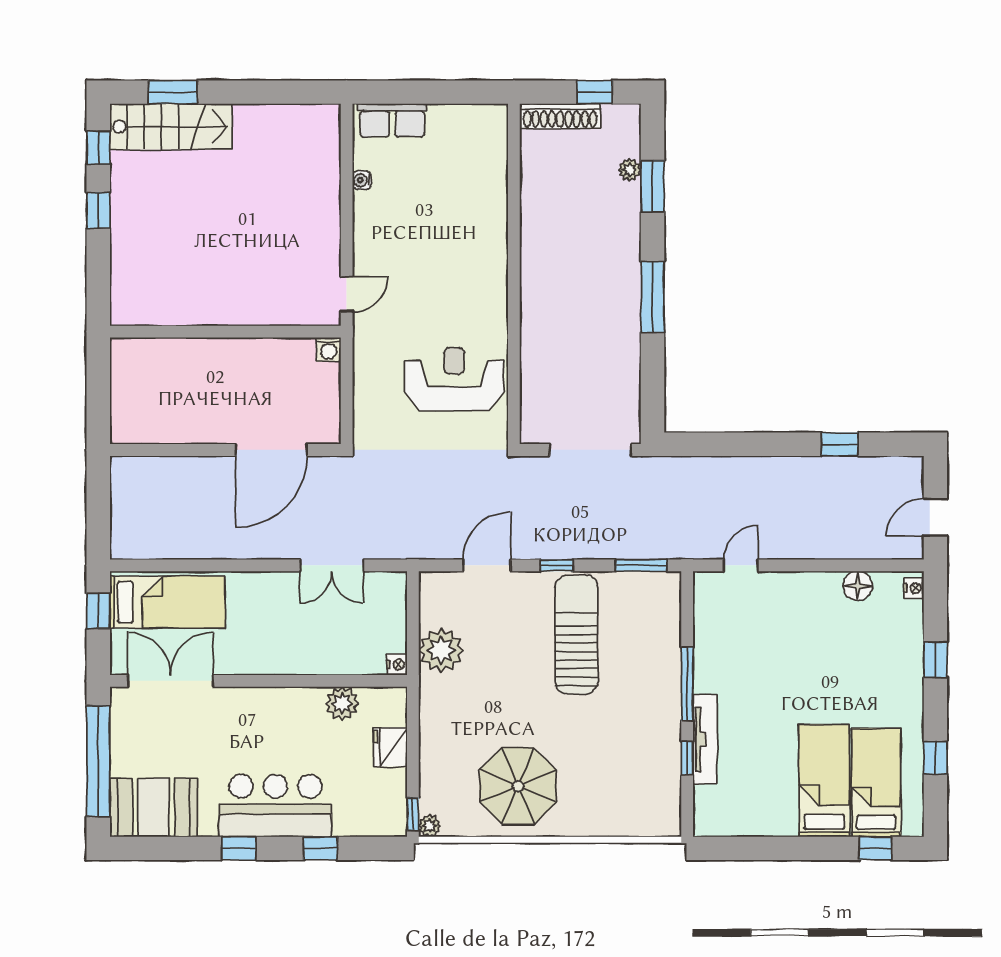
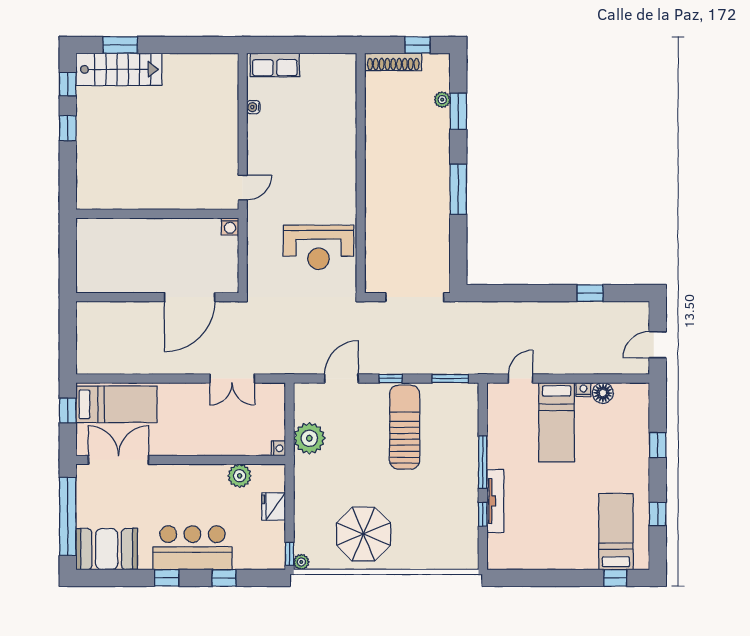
reception desk: (454, 379) -> (319, 247), turned 180
nightstand: (914, 588) -> (583, 390), moved, turned -90
bed: (824, 781) -> (557, 422), moved, turned 180

